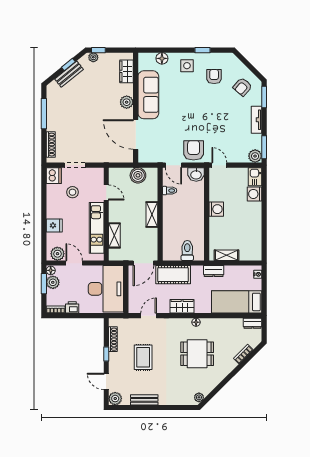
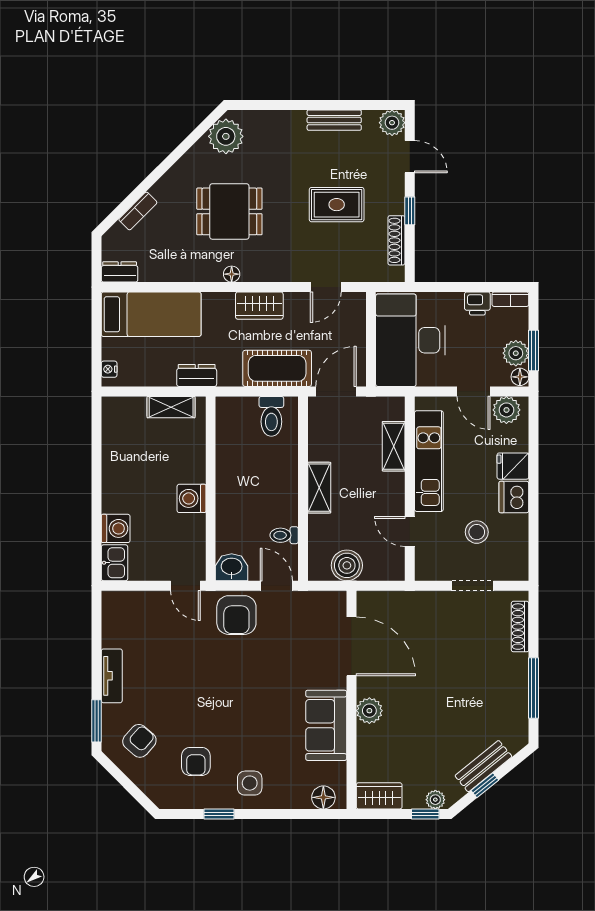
floor lamp: (162, 58) -> (323, 797), moved
wardrobe: (127, 71) -> (379, 796), moved, turned -90
sofa: (148, 95) -> (326, 725), width x0.73
window: (264, 147) -> (97, 621), removed
plant: (255, 156) -> (115, 604), removed
dishwasher: (54, 176) -> (514, 497), moved
toilet: (187, 250) -> (271, 416), moved
rug: (143, 357) -> (337, 205), turned 90
plant: (199, 397) -> (226, 136), width x1.88, depth x1.88

